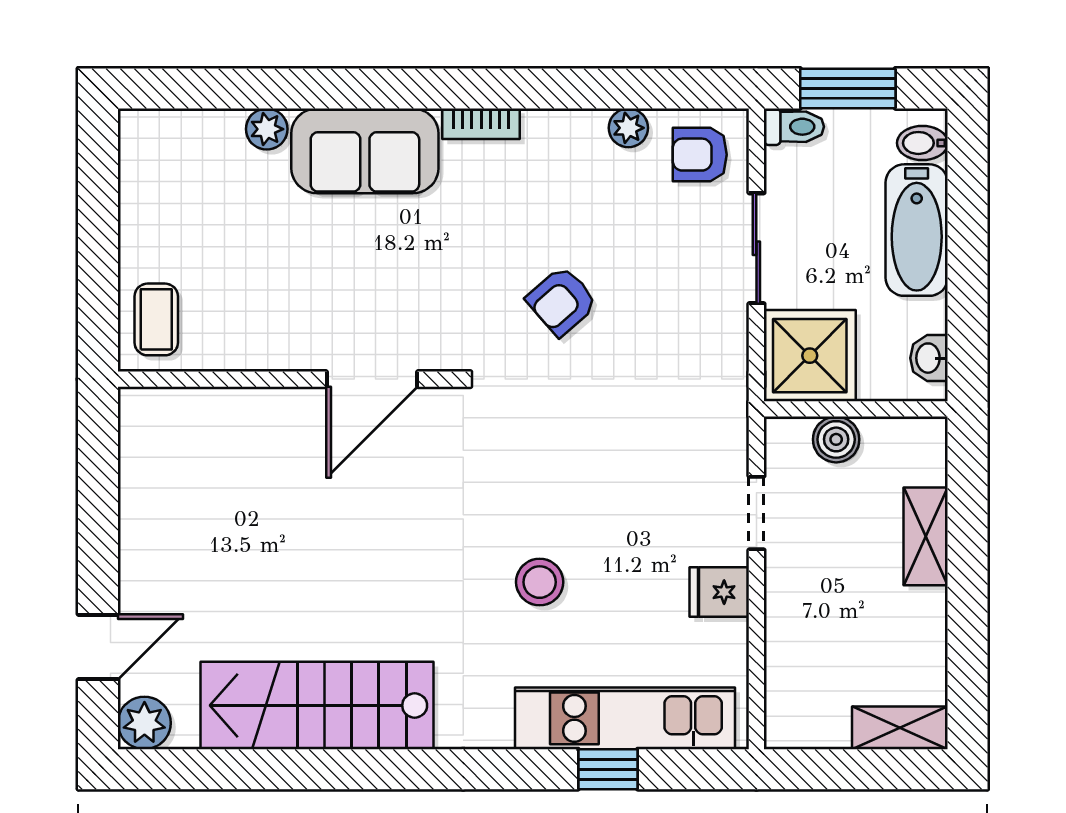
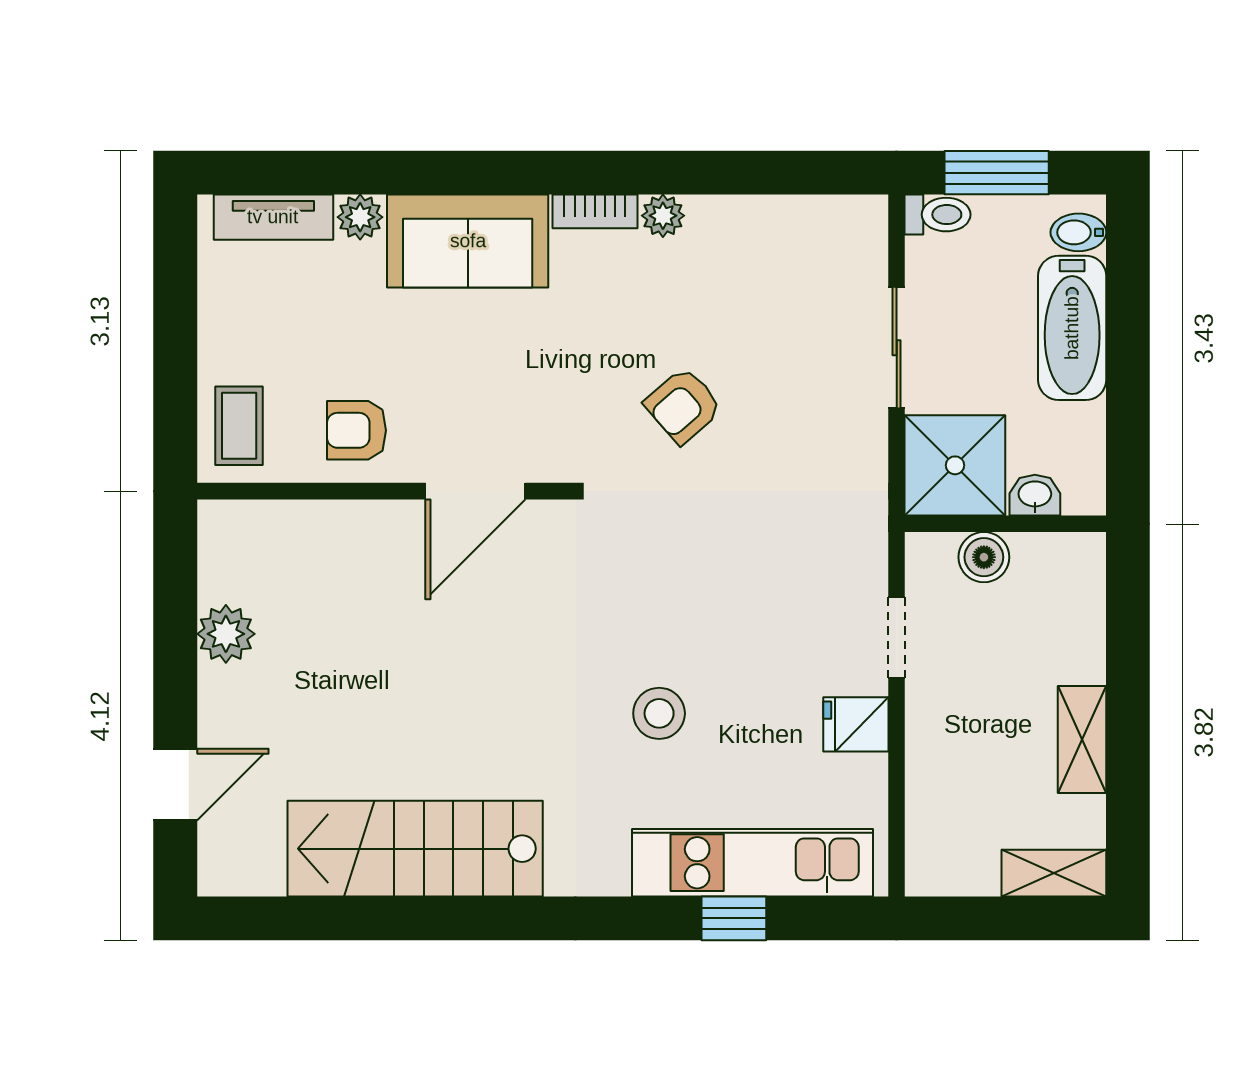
plant: (628, 128) -> (663, 216), moved
tv unit: (188, 129) -> (273, 217), added
armchair: (700, 155) -> (356, 430), moved
washbasin: (929, 358) -> (1035, 495), moved, turned 90
shelving: (926, 536) -> (1082, 740), moved
plant: (144, 723) -> (226, 634), moved

